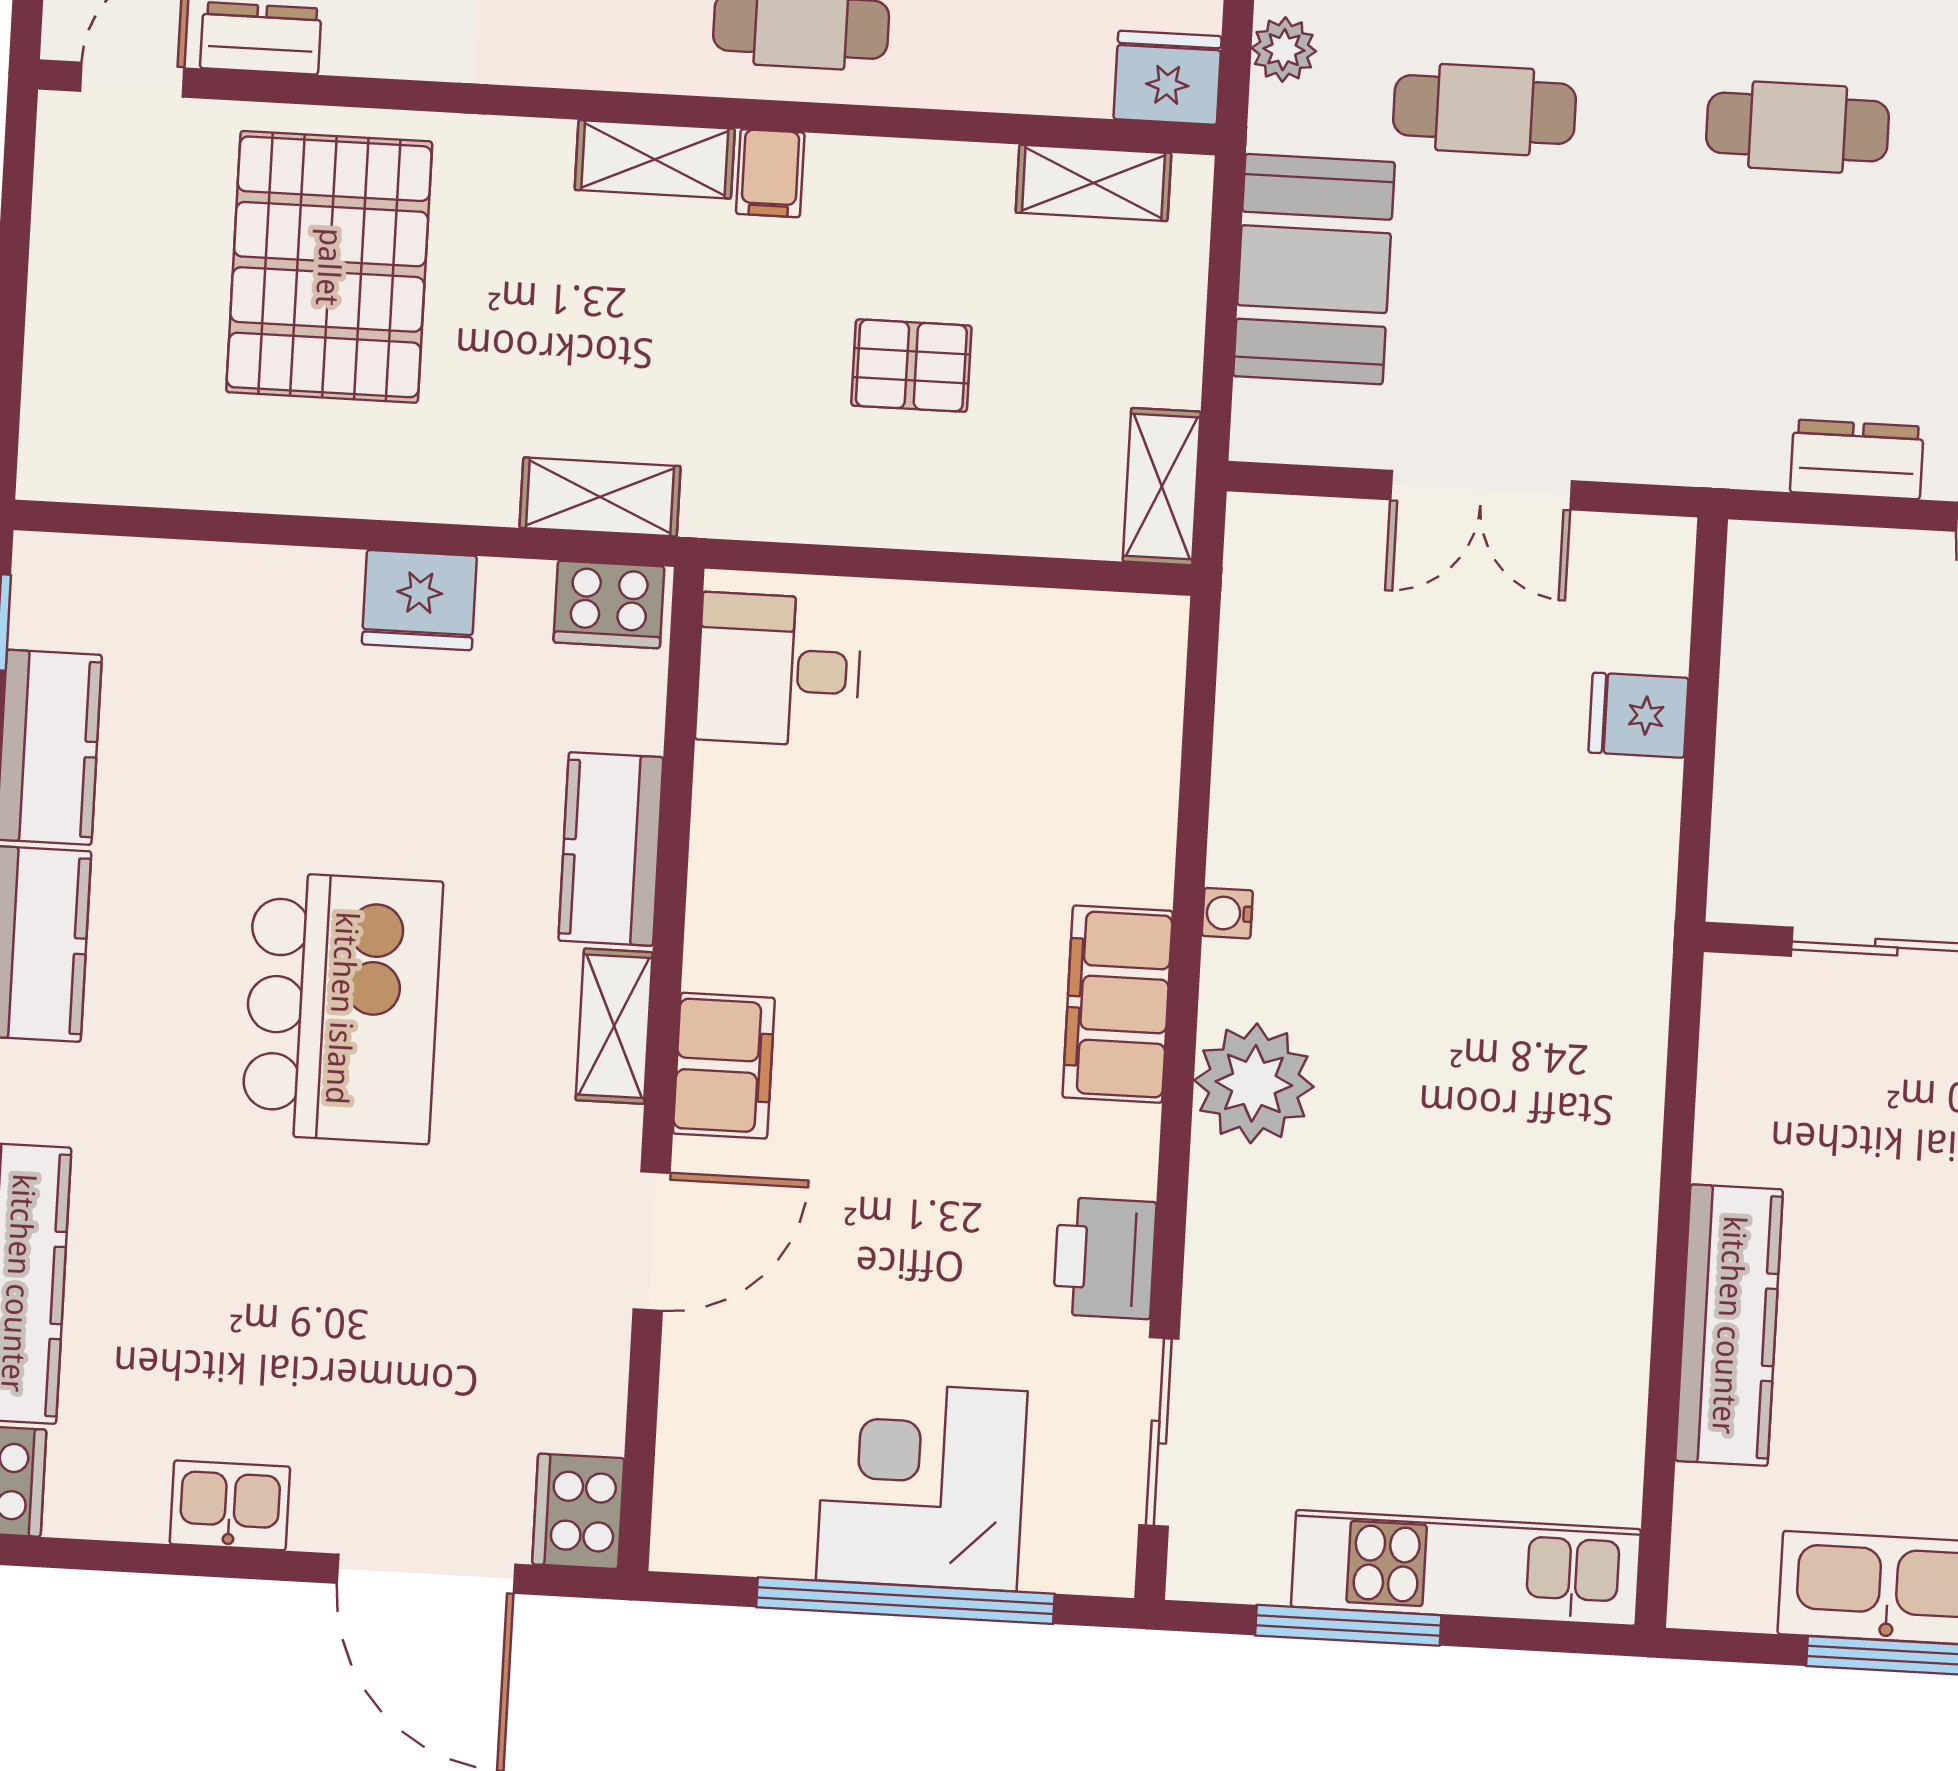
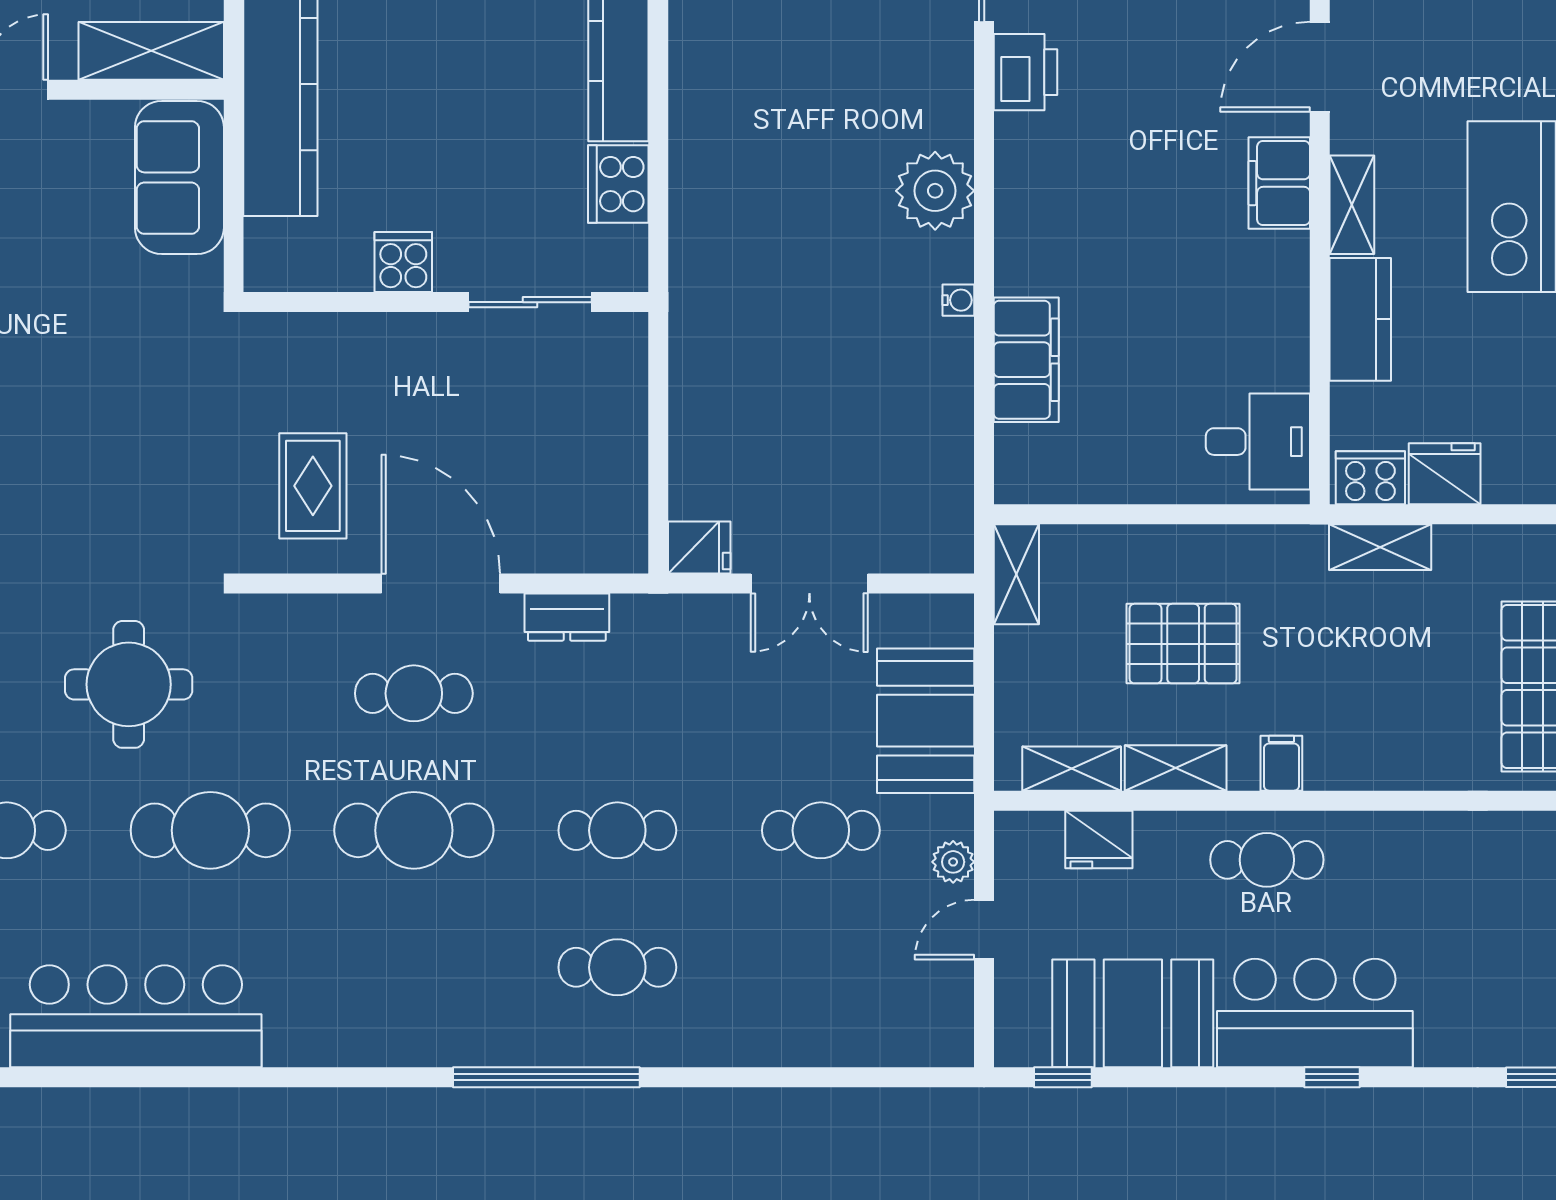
fridge: (1168, 78) -> (1099, 839), moved
shelving: (655, 159) -> (1176, 768), moved
pallet: (911, 366) -> (1183, 644), width x1.50, depth x1.42
double door: (1481, 490) -> (809, 583), swing flipped
fridge: (419, 600) -> (1445, 474), moved
fridge: (1638, 715) -> (699, 548), moved
filing cabinet: (1118, 1004) -> (1026, 360), moved
cooker: (1741, 1121) -> (618, 184), added

